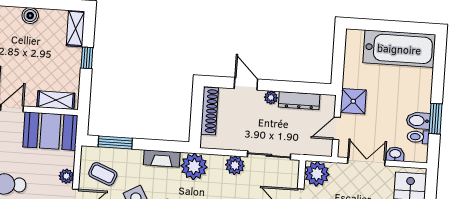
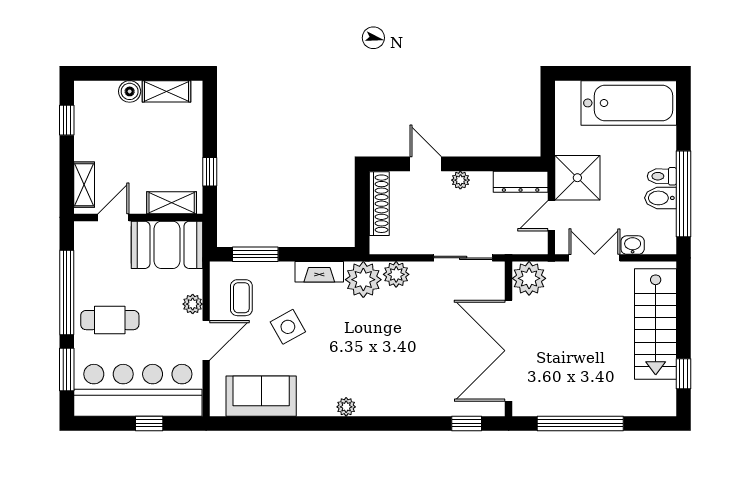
shelving: (76, 28) -> (167, 91), moved, turned 90
window: (87, 58) -> (210, 172), moved
dresser: (299, 101) -> (521, 182), moved
shower: (353, 101) -> (577, 178), width x1.36, depth x1.36
window: (436, 119) -> (684, 194), width x2.11
toilet: (418, 137) -> (662, 176), moved
plant: (235, 165) -> (396, 274), moved
coffee table: (103, 174) -> (241, 298), turned 68

